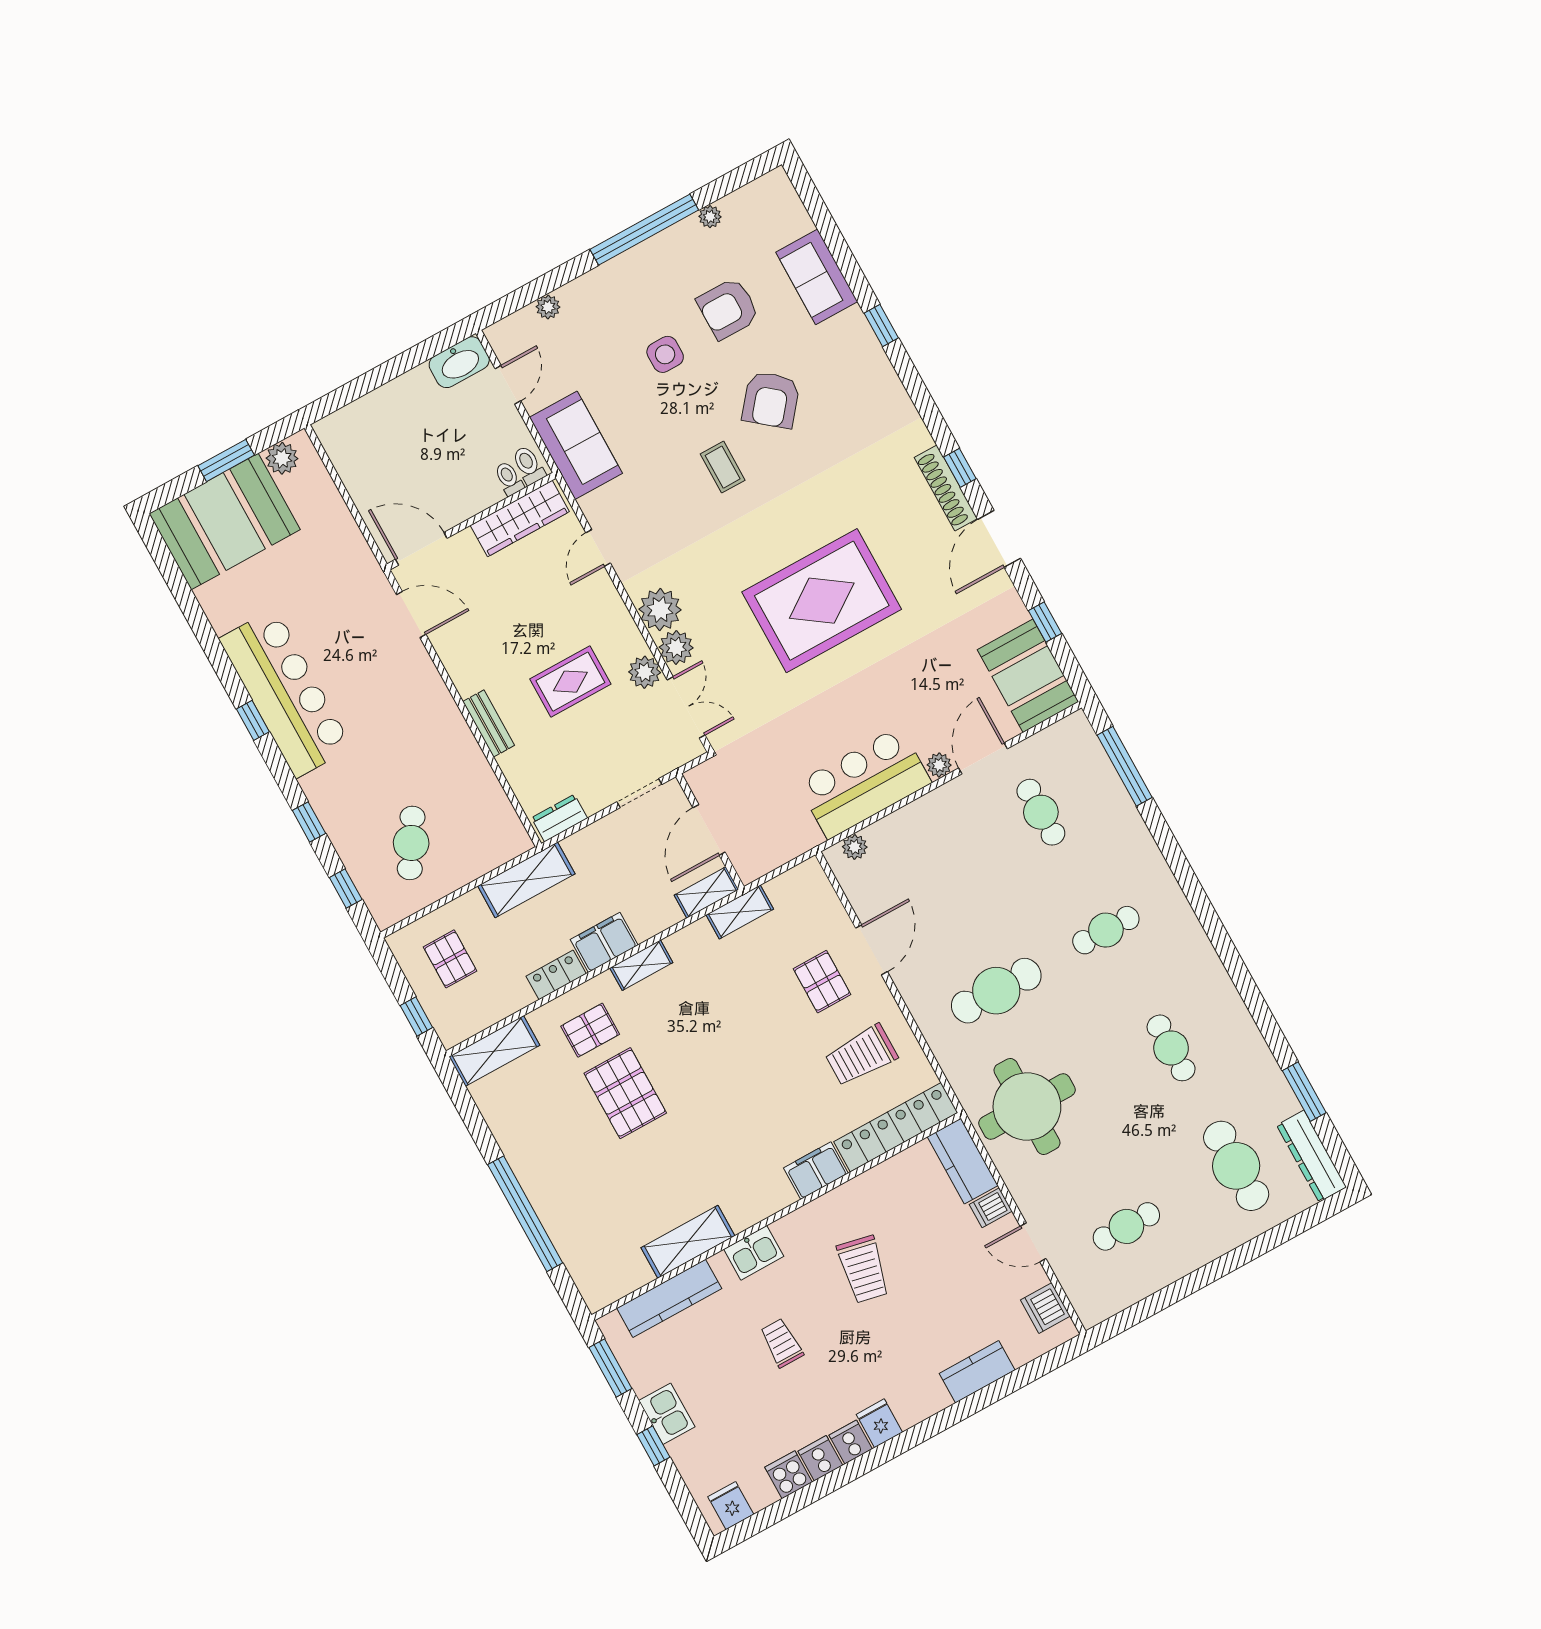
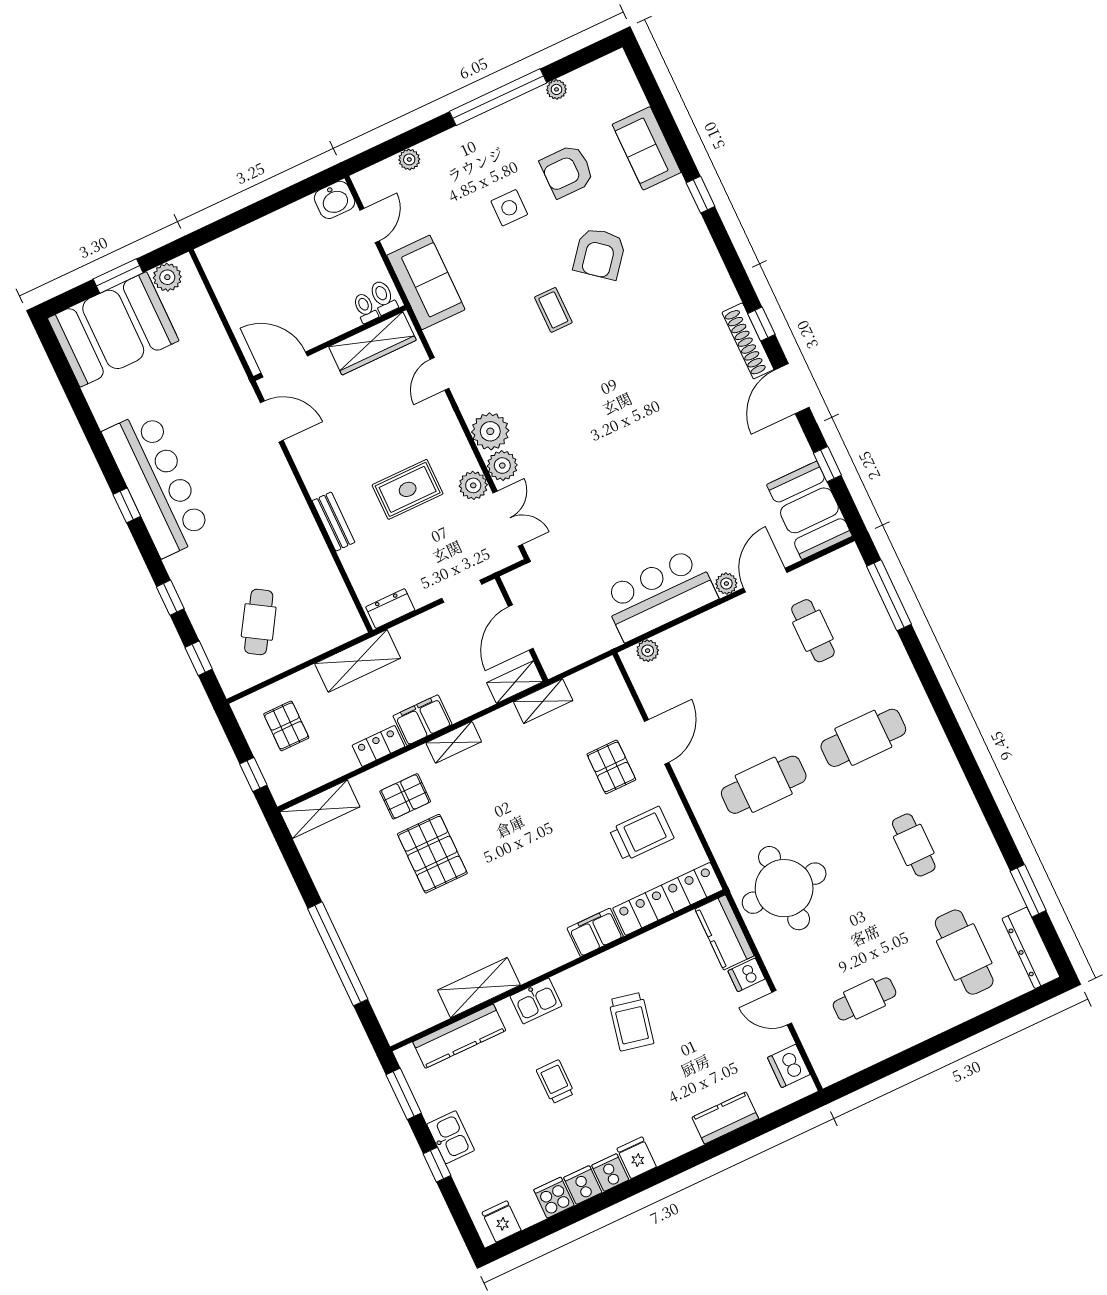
washbasin: (459, 362) -> (335, 200), width x0.72
rug: (822, 601) -> (633, 433), removed
cafe table: (1106, 930) -> (863, 738), width x1.37, depth x1.35
trolley: (861, 1055) -> (642, 834), turned 180

